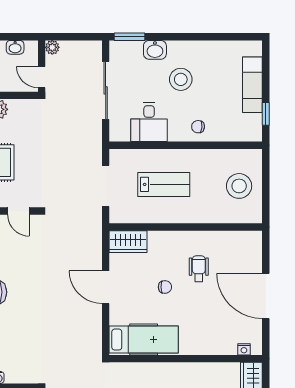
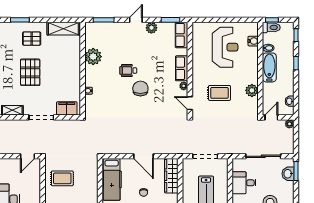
washbasin: (155, 50) -> (288, 174), moved
door: (18, 211) -> (190, 103), hinge flipped
wardrobe: (128, 242) -> (171, 176), width x1.50
door: (106, 287) -> (143, 156), swing flipped

